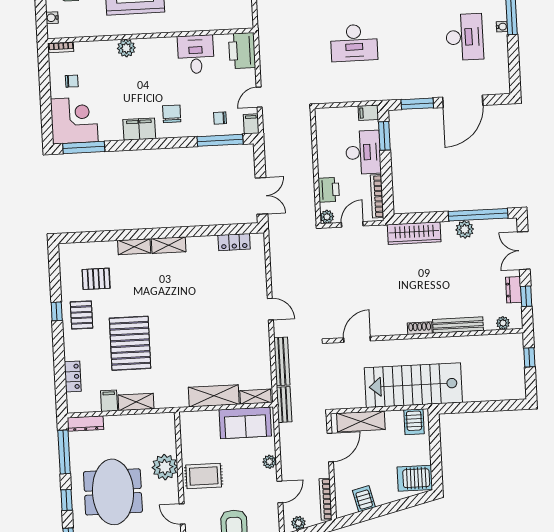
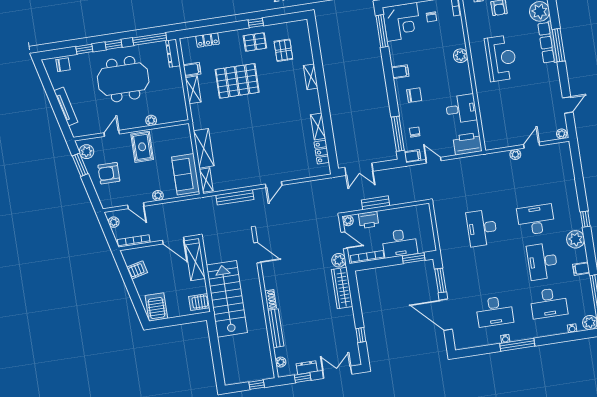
filing cabinet: (368, 113) -> (430, 244), removed
filing cabinet: (139, 129) -> (400, 72), width x0.50
window: (478, 215) -> (361, 335), width x0.32
plant: (465, 229) -> (339, 260), moved
shelving: (169, 245) -> (318, 127), moved
bench: (284, 405) -> (376, 203), moved
plant: (165, 467) -> (151, 120), width x0.53, depth x0.53

